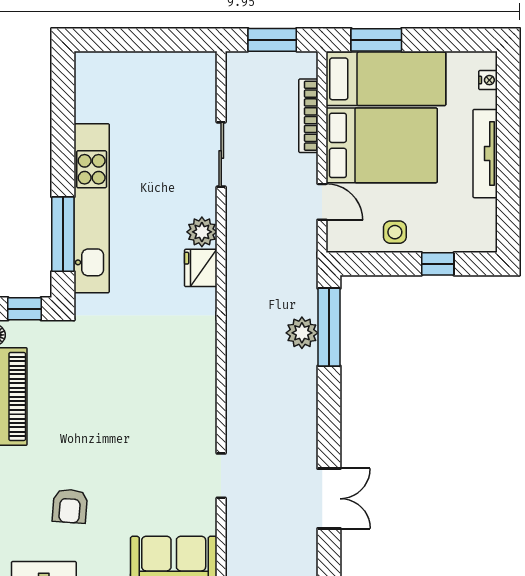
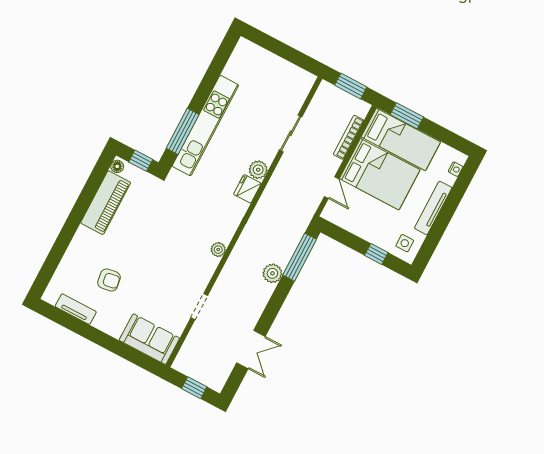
side table: (395, 232) -> (405, 243), moved
plant: (302, 333) -> (272, 273), moved
plant: (205, 378) -> (218, 250), added
armchair: (70, 506) -> (109, 280), turned -103

